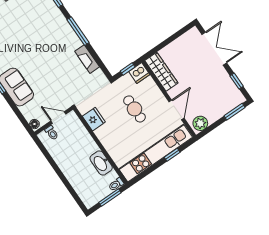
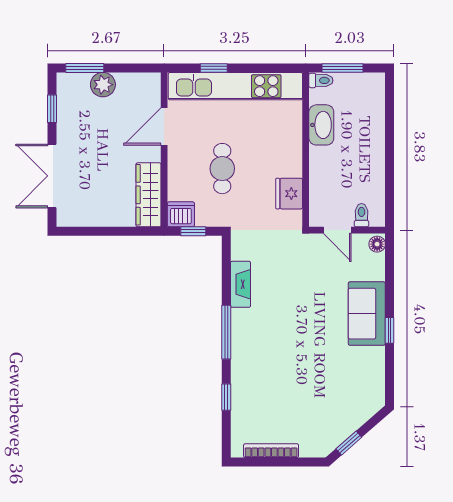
plant: (200, 123) -> (103, 85), moved

